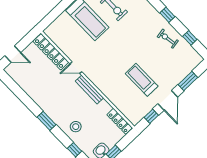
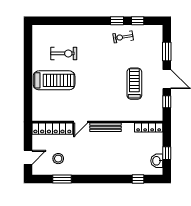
window: (167, 15) -> (117, 21), moved
treadmill: (142, 80) -> (134, 84), turned 90
window: (47, 121) -> (62, 179), moved
stool: (76, 127) -> (58, 159), moved

